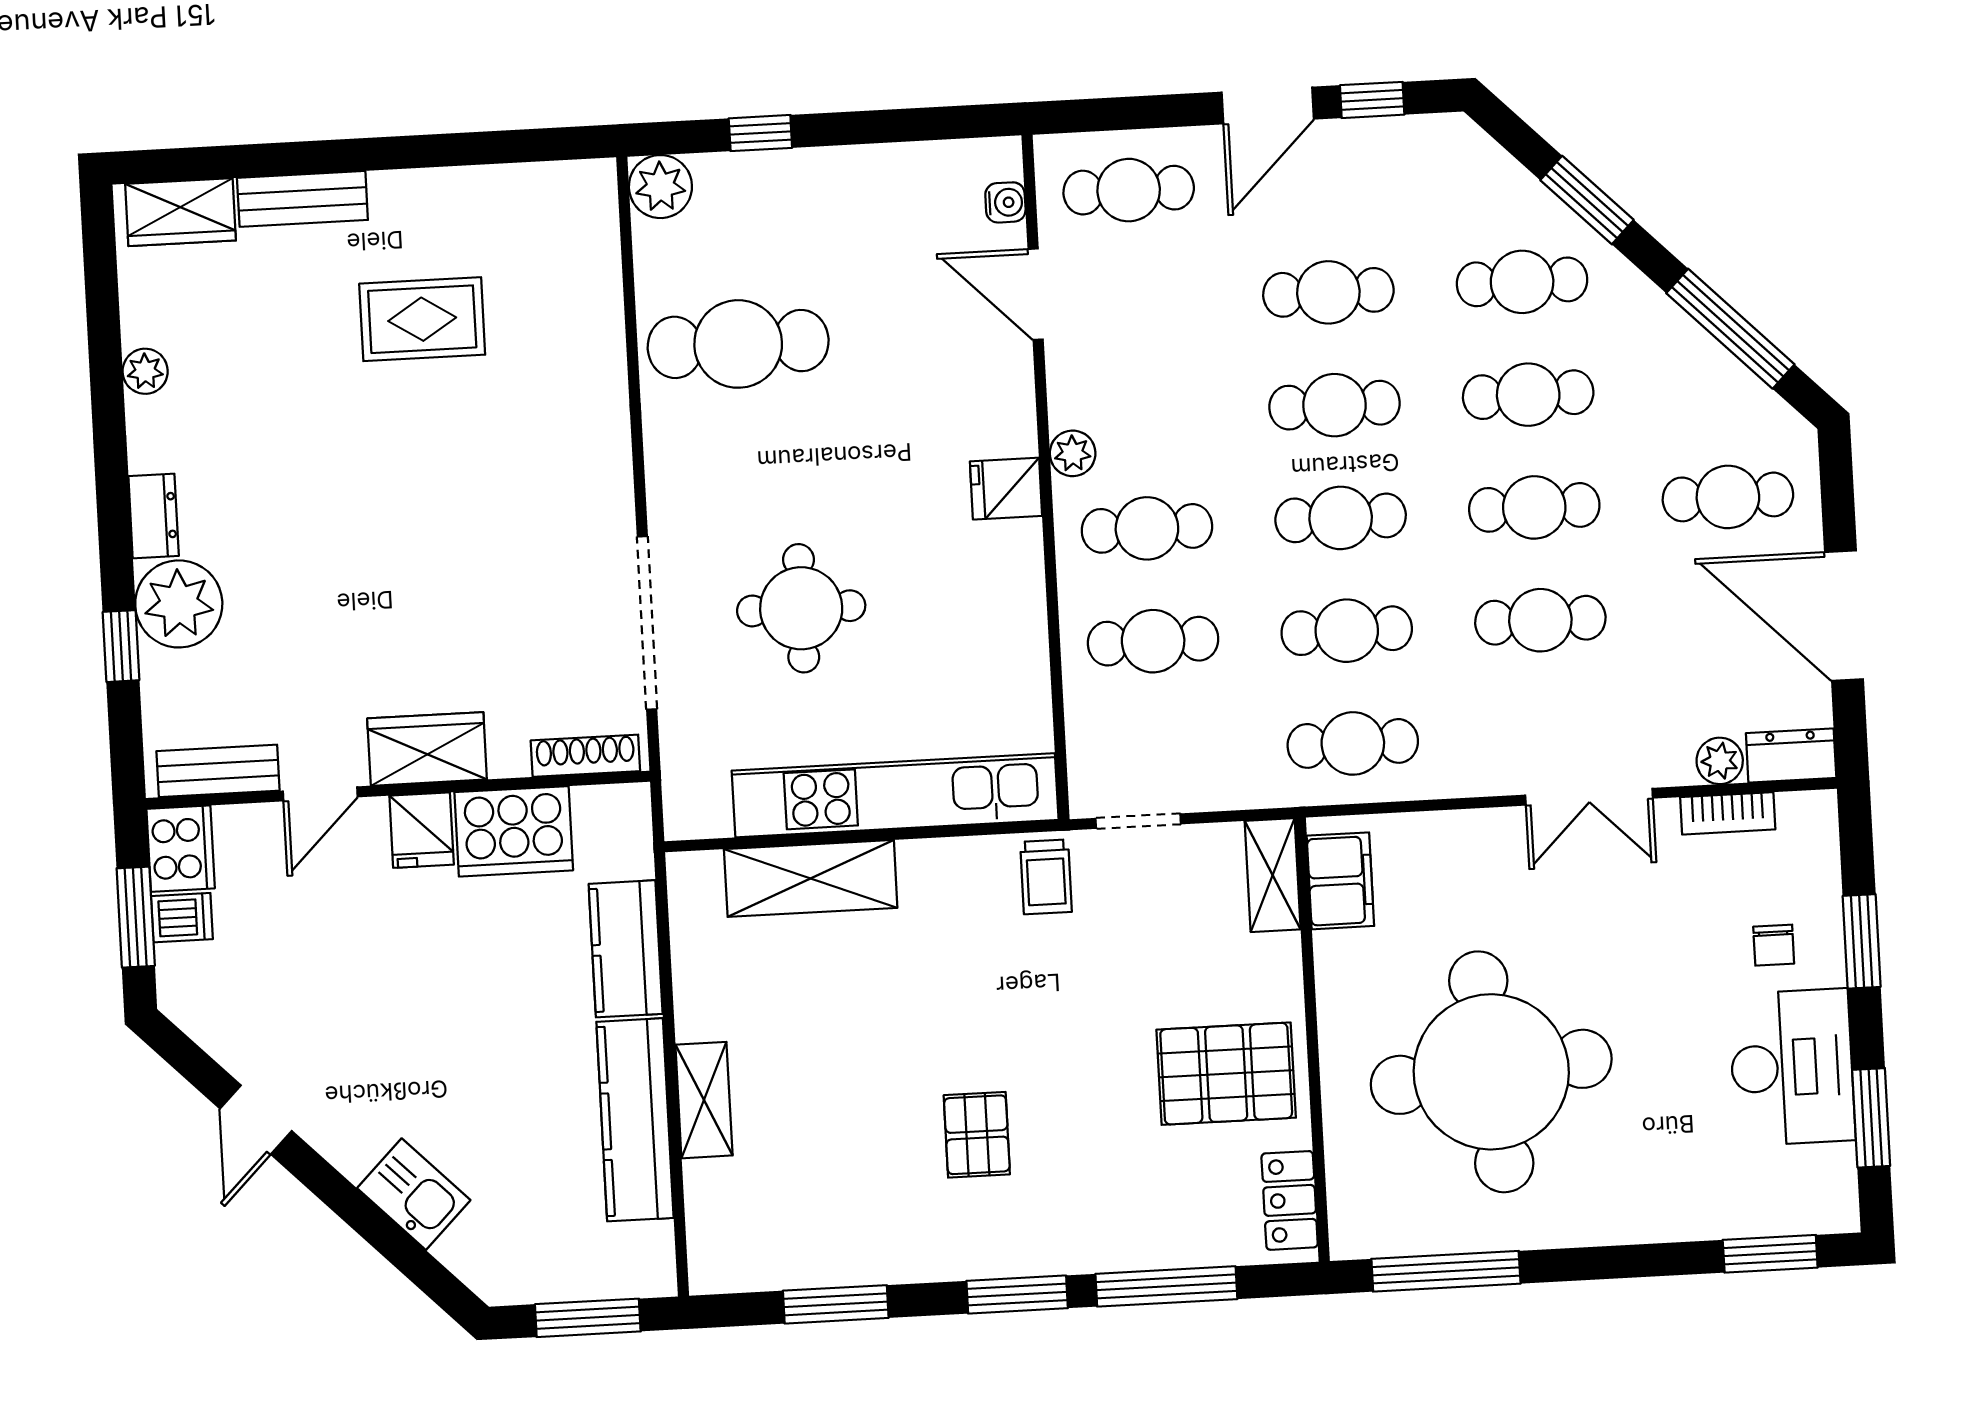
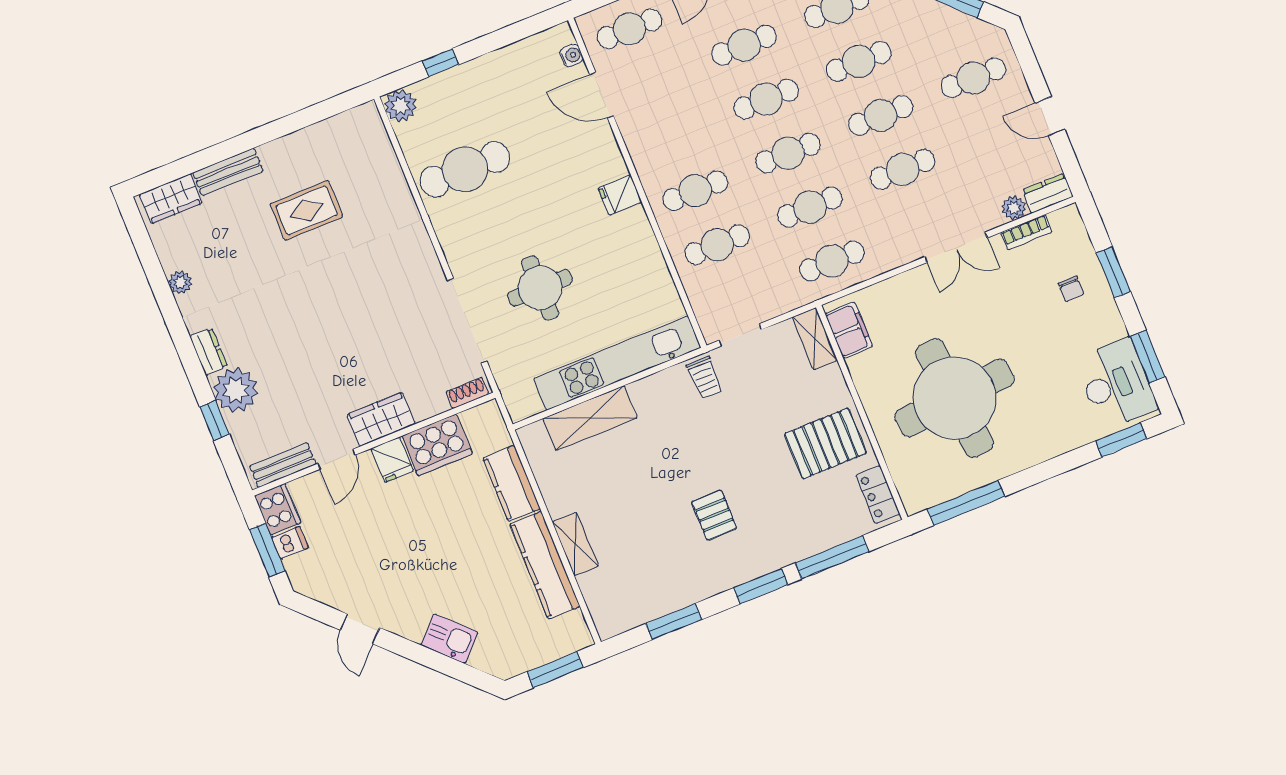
plant: (1073, 453) -> (646, 167), removed
door: (1844, 616) -> (1050, 116), width x0.53
shoe rack: (585, 756) -> (467, 393), width x0.70
desk: (1792, 1067) -> (1116, 384), moved

